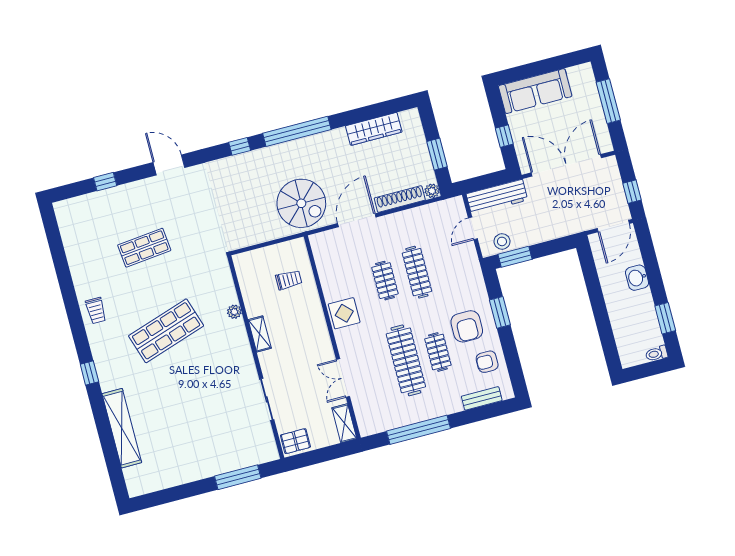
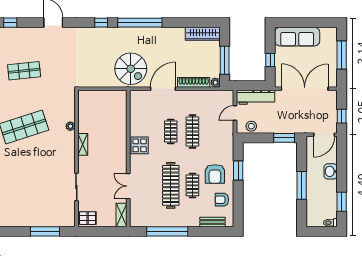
wardrobe: (374, 129) -> (203, 34), moved
window: (437, 154) -> (225, 60), width x1.44
window: (515, 257) -> (284, 138), moved
trolley: (289, 280) -> (110, 115), removed
window: (600, 310) -> (302, 185), added

